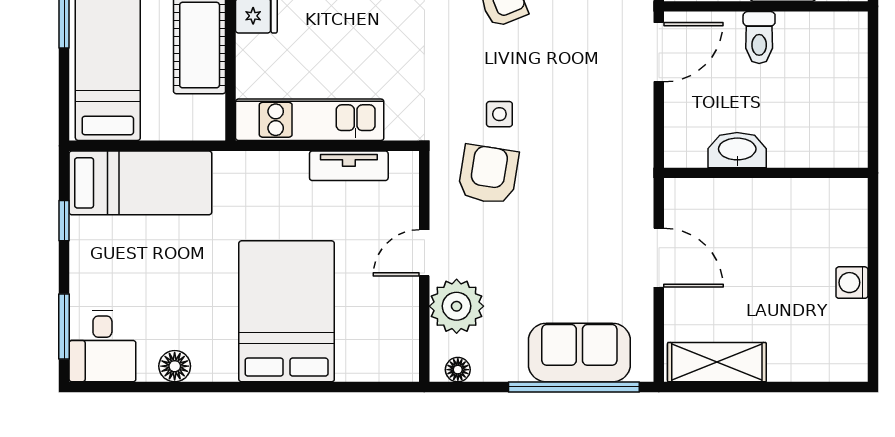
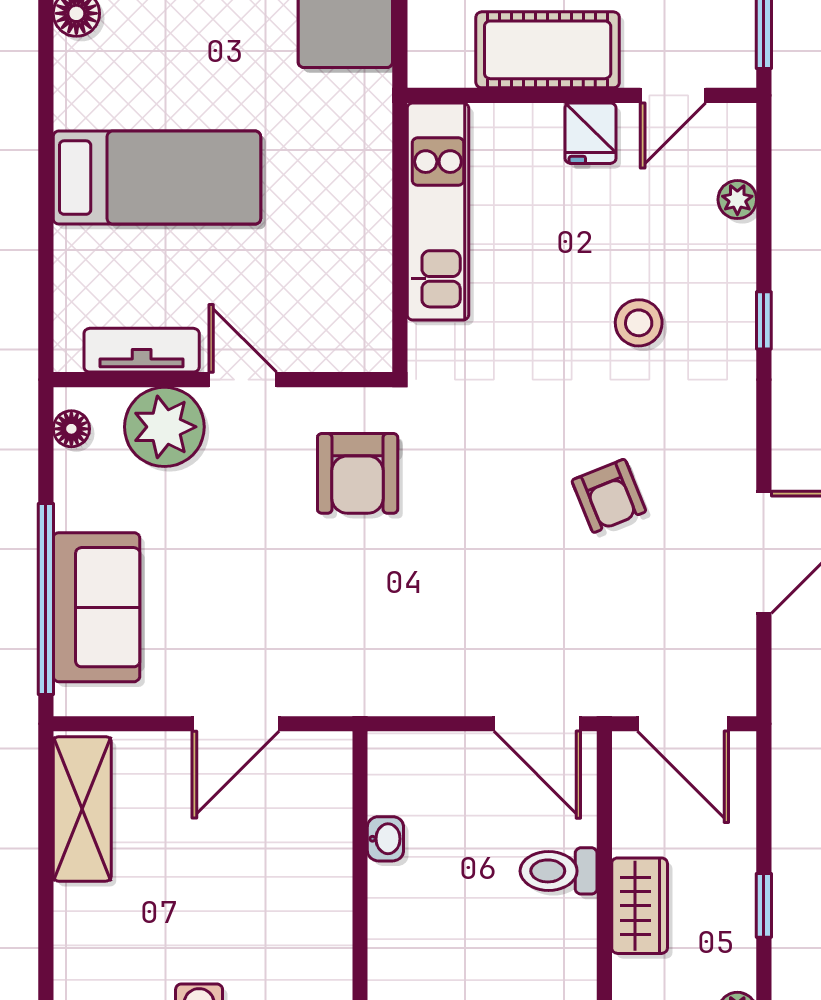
side table: (499, 114) -> (446, 490), removed
washbasin: (737, 150) -> (385, 839), width x0.52, depth x0.69
tv unit: (349, 166) -> (142, 350), moved, turned 90
armchair: (488, 175) -> (358, 473), turned 81
bed: (287, 311) -> (157, 178), width x0.67

